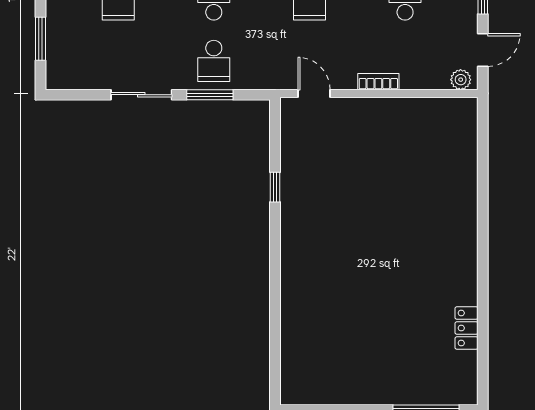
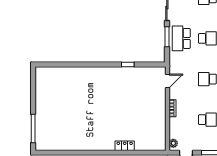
school desk: (214, 61) -> (181, 38), width x1.85
locker: (467, 328) -> (125, 146), moved

